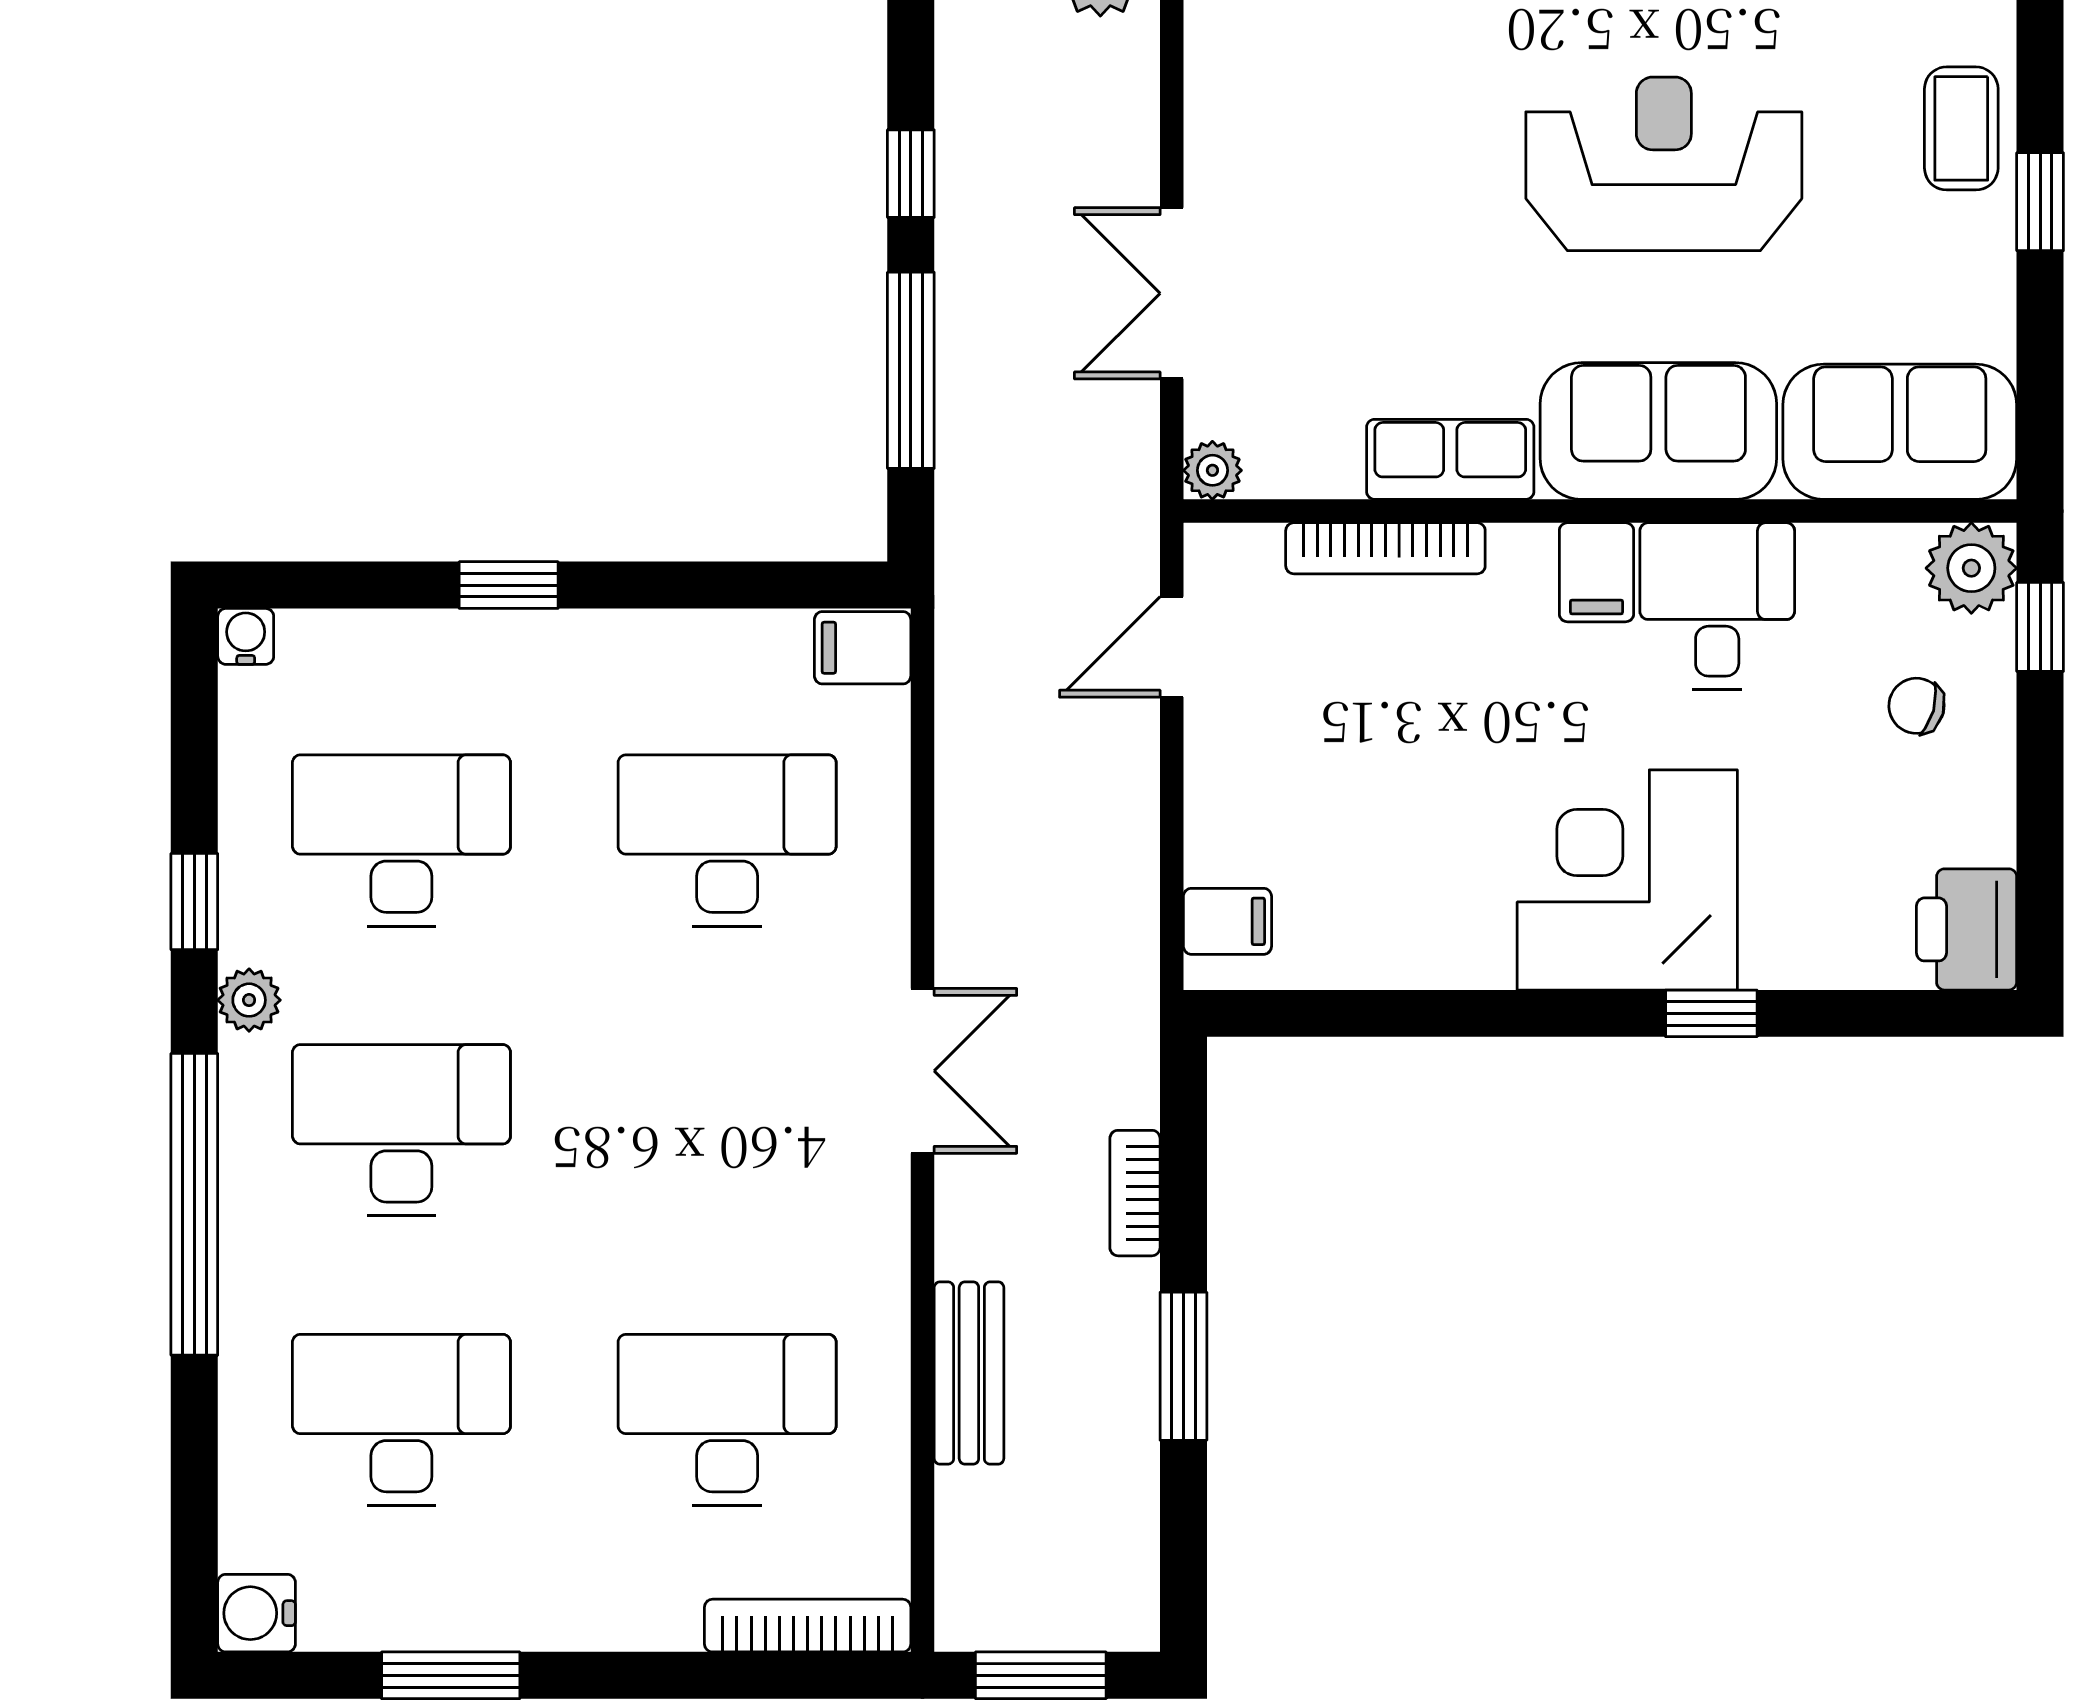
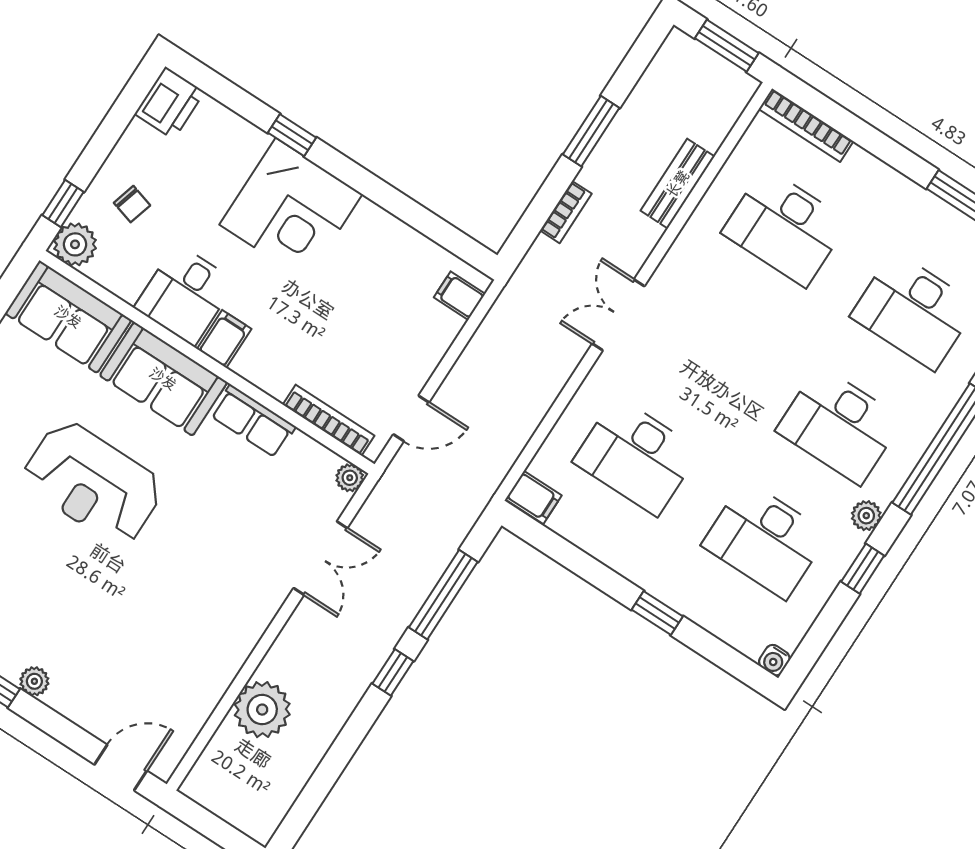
bookcase: (1385, 548) -> (329, 420), moved

